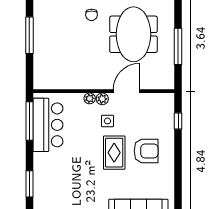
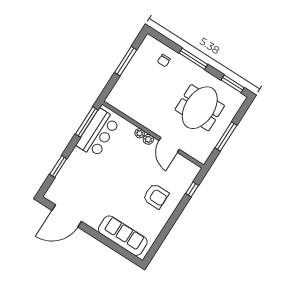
chair: (92, 15) -> (164, 61), moved
door: (127, 91) -> (169, 145), swing flipped
side table: (107, 121) -> (142, 157), removed
rug: (114, 153) -> (132, 183), removed

